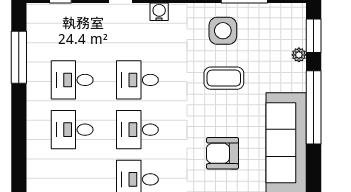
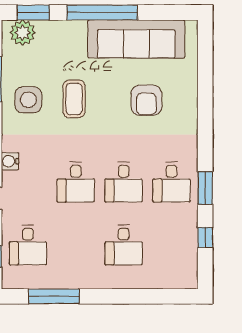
plant: (299, 55) -> (23, 33), moved, width x1.88, depth x1.88
desk: (72, 80) -> (28, 245), moved

